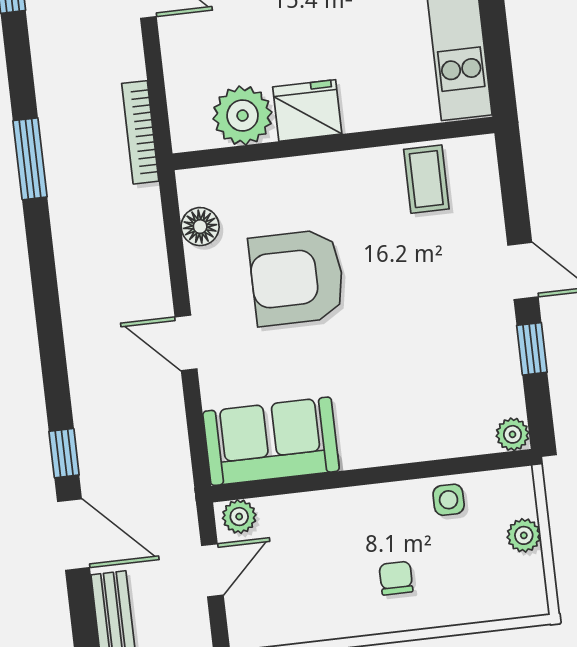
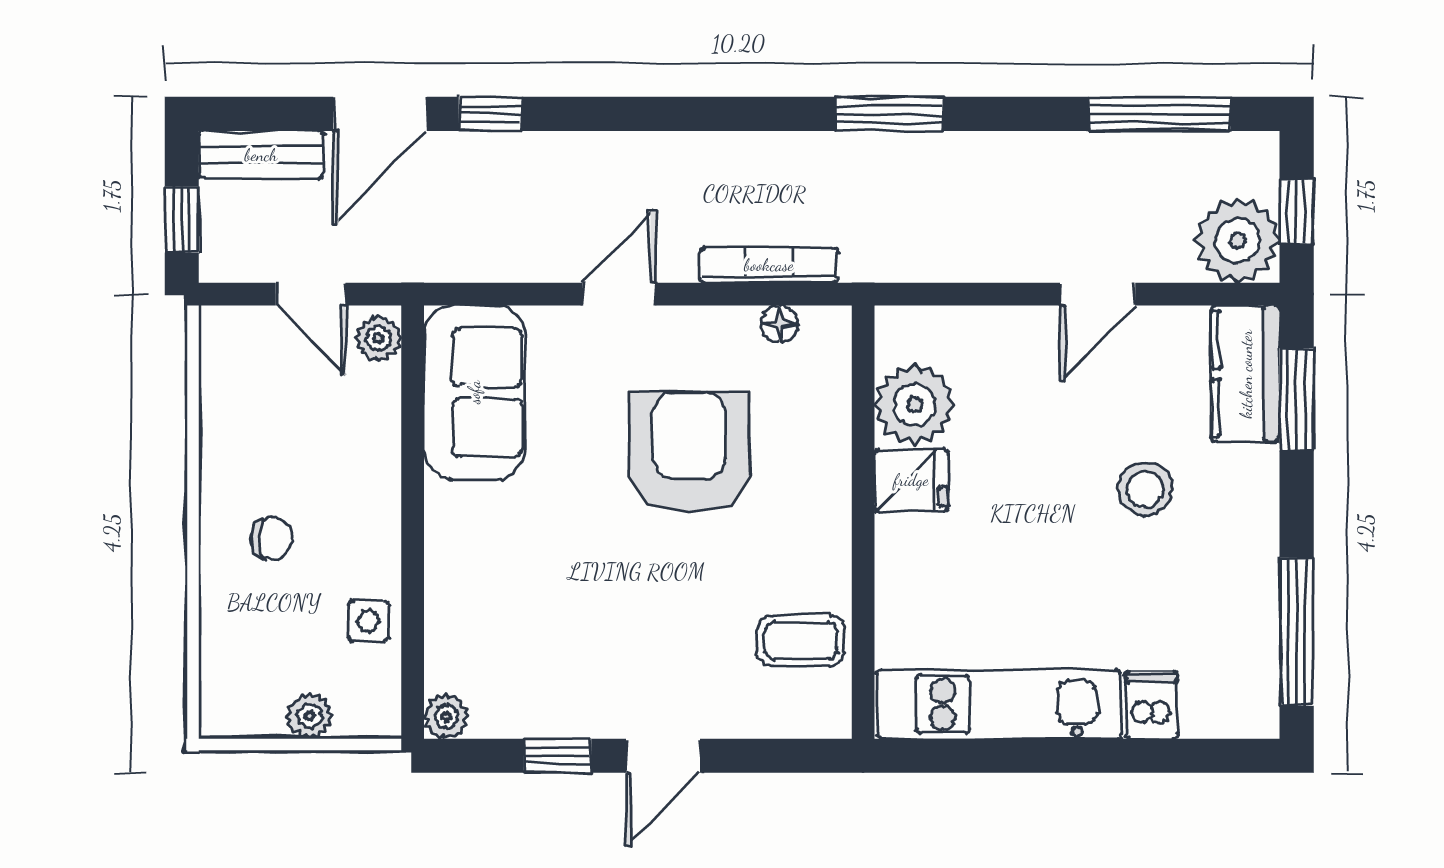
fridge: (307, 110) -> (911, 480), width x0.72
bookcase: (140, 132) -> (769, 265), moved
floor lamp: (200, 227) -> (779, 324), width x0.73, depth x0.73

